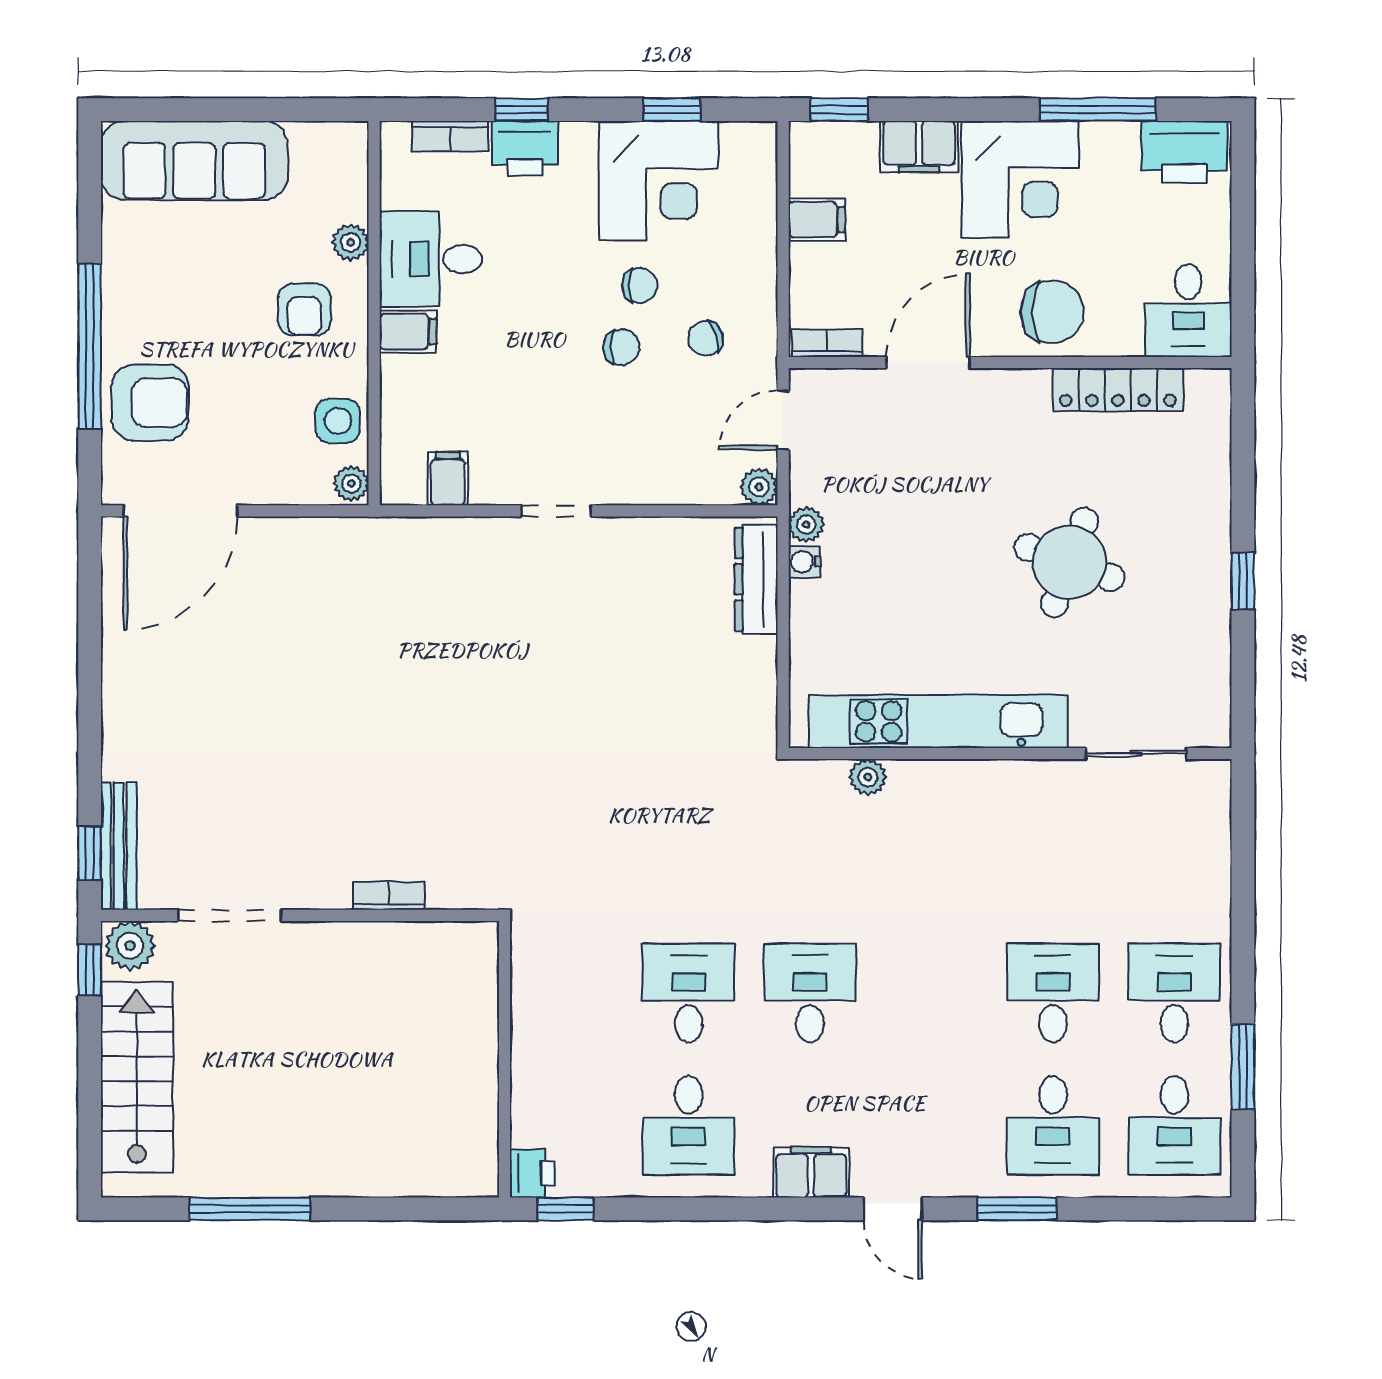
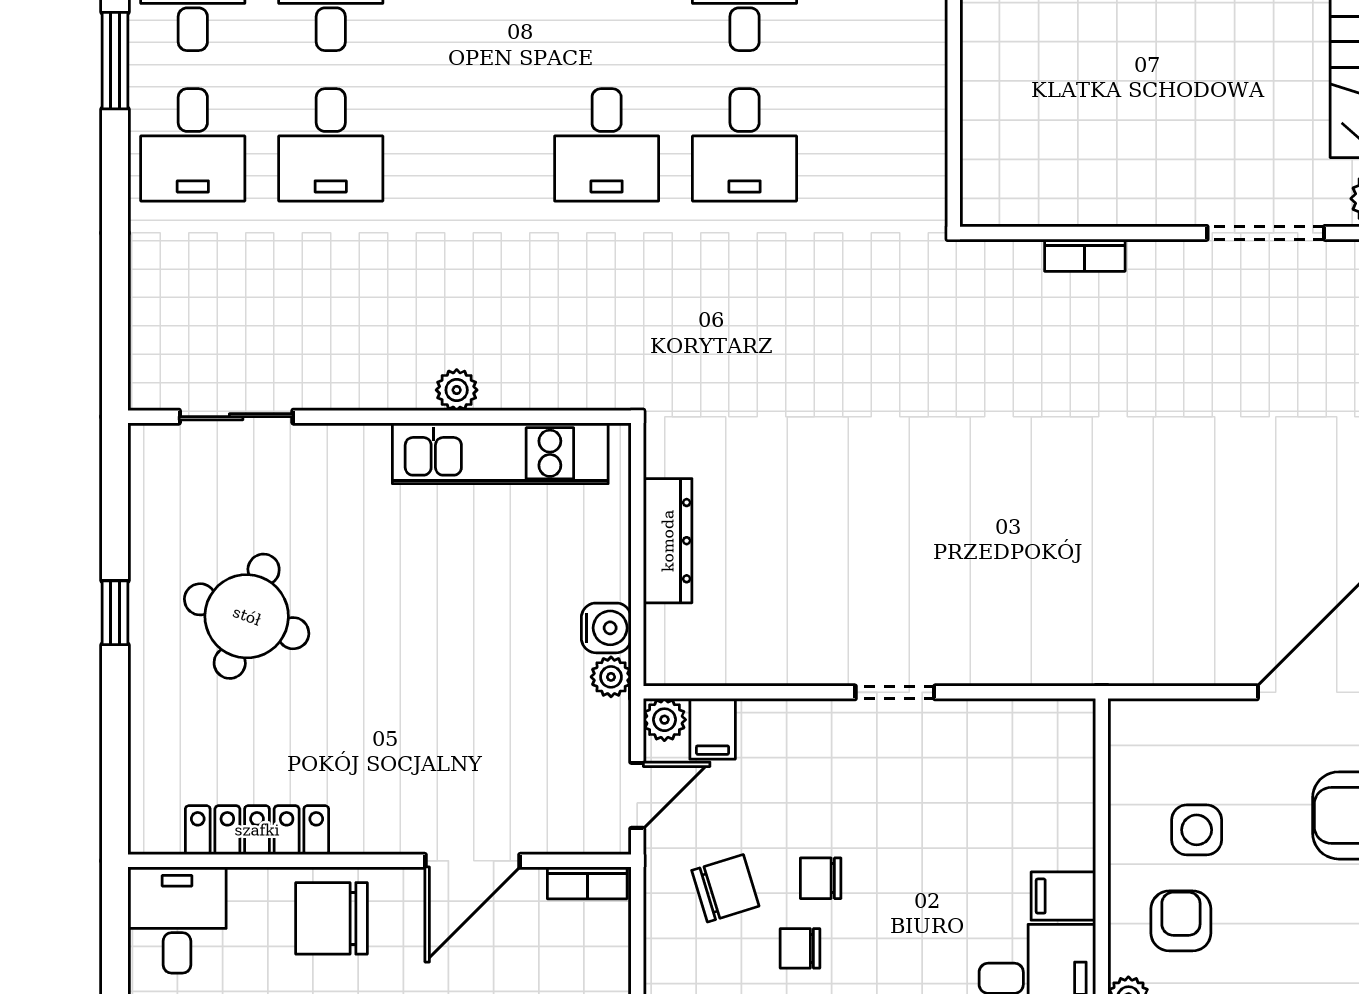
chair: (706, 338) -> (725, 888), width x1.37, depth x1.37
side table: (338, 421) -> (1197, 830), moved
filing cabinet: (448, 479) -> (713, 729), moved
plant: (351, 483) -> (1128, 723), removed
water cooler: (804, 562) -> (606, 628), width x1.38, depth x1.38
round table: (1069, 562) -> (247, 616), moved
dresser: (756, 579) -> (668, 541), moved
kitchen unit: (938, 721) -> (500, 453), width x0.73
plant: (868, 777) -> (457, 390), moved

